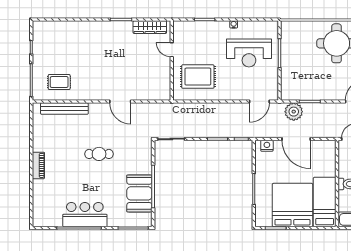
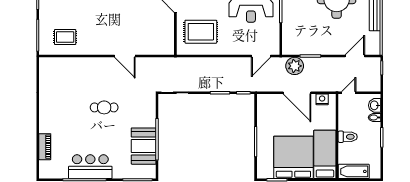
bench: (64, 109) -> (70, 63), removed
nightstand: (267, 146) -> (322, 99), moved
piano: (38, 165) -> (45, 147), moved

